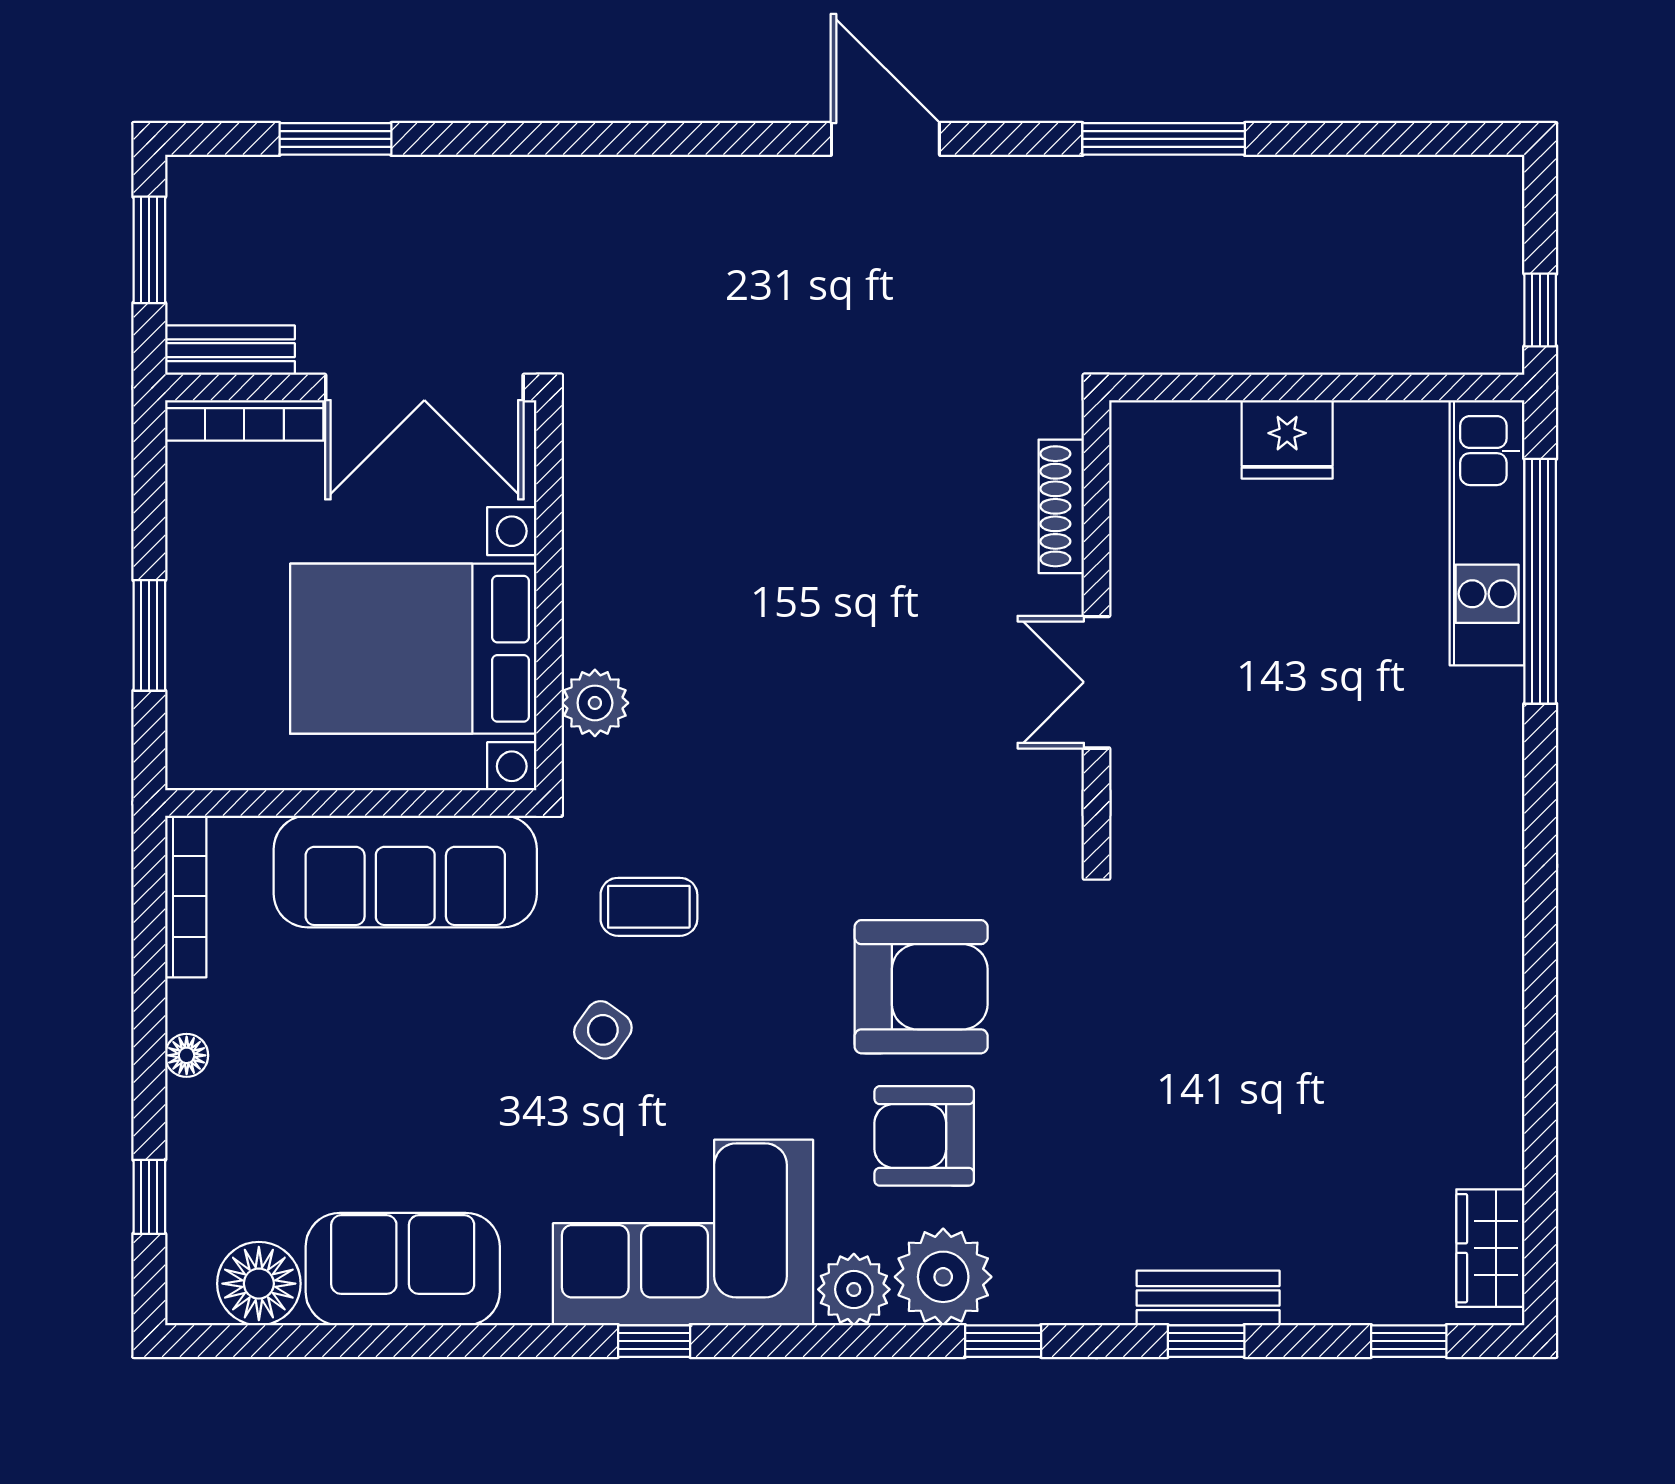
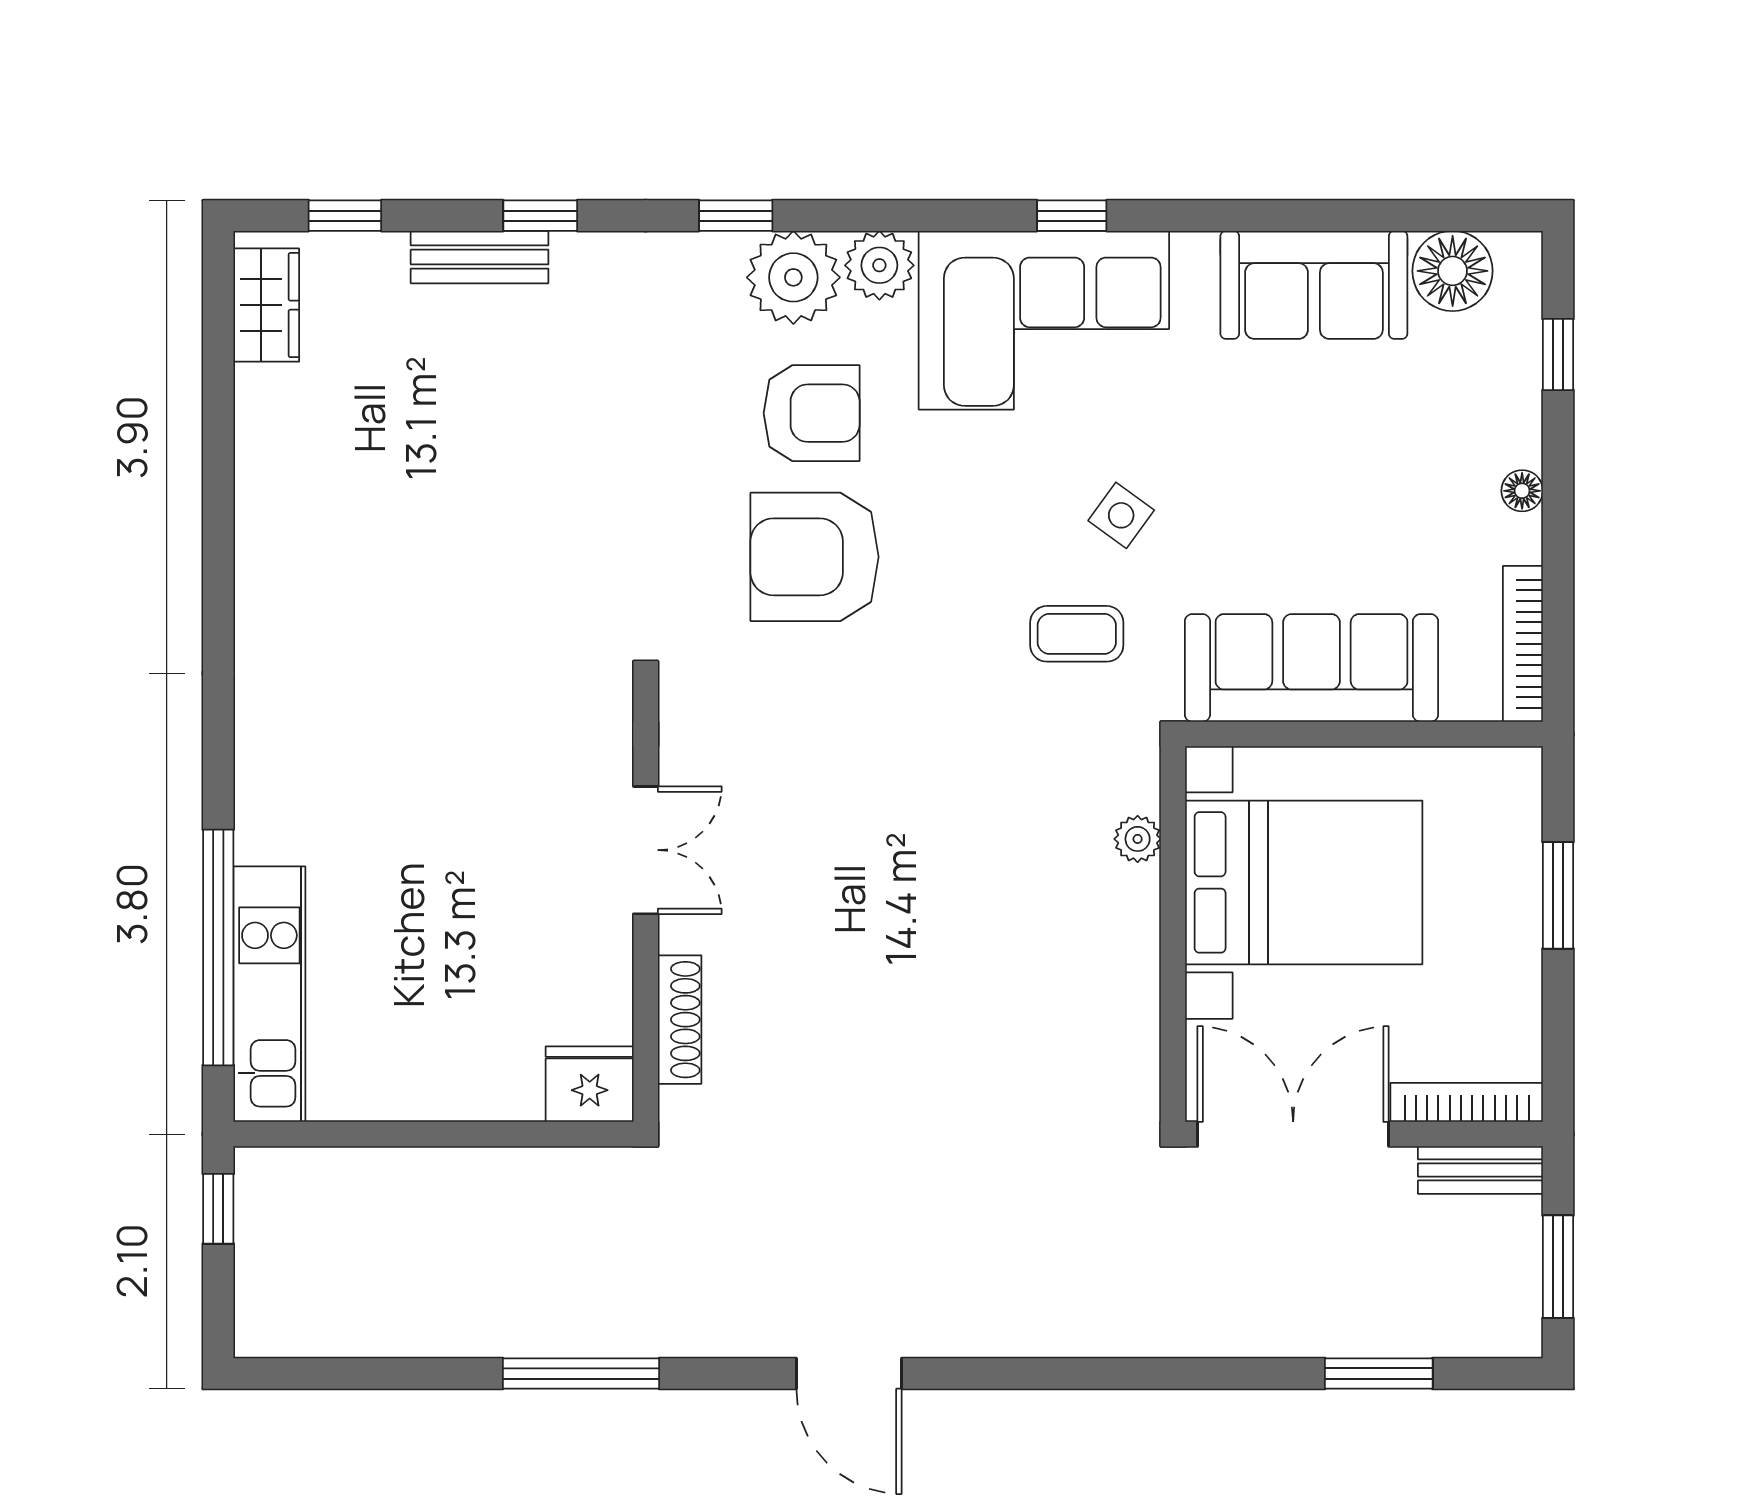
fridge: (1287, 439) -> (590, 1084), moved
plant: (595, 703) -> (1138, 839), width x0.73, depth x0.73
bench: (1208, 1298) -> (480, 257), moved

